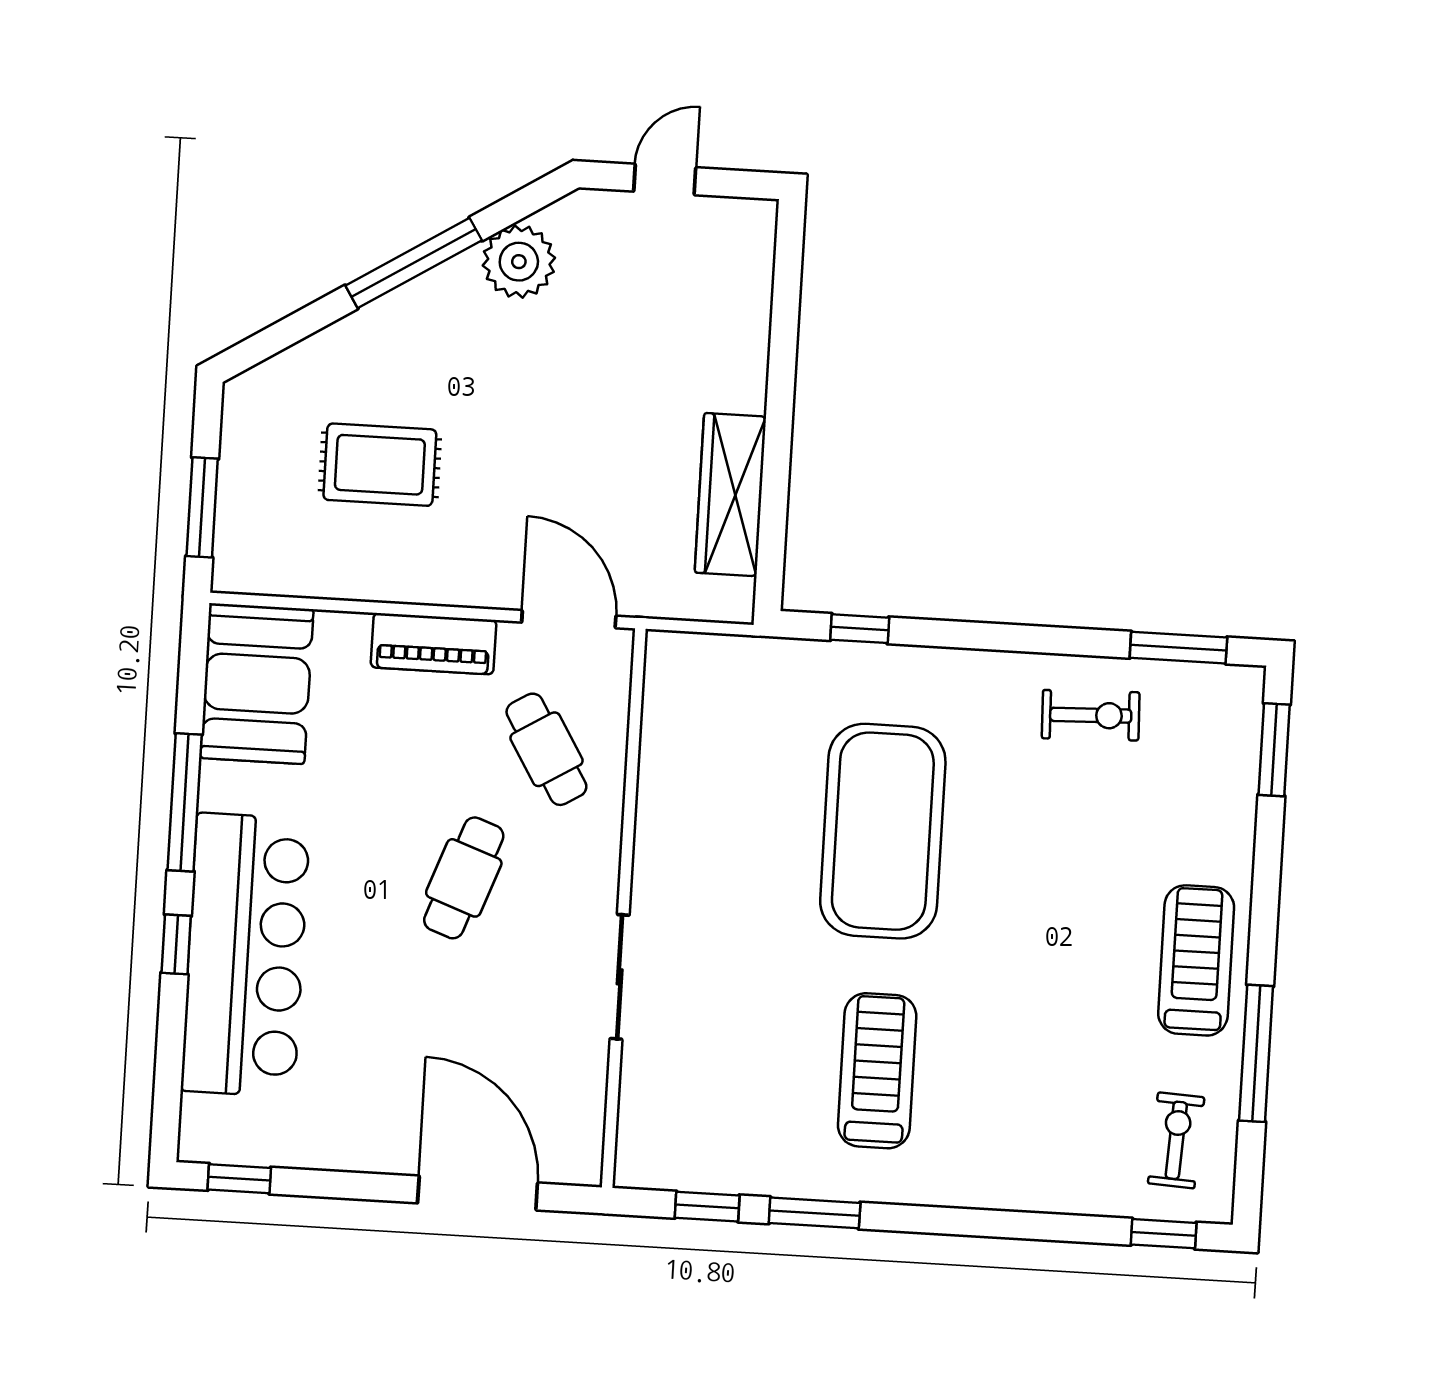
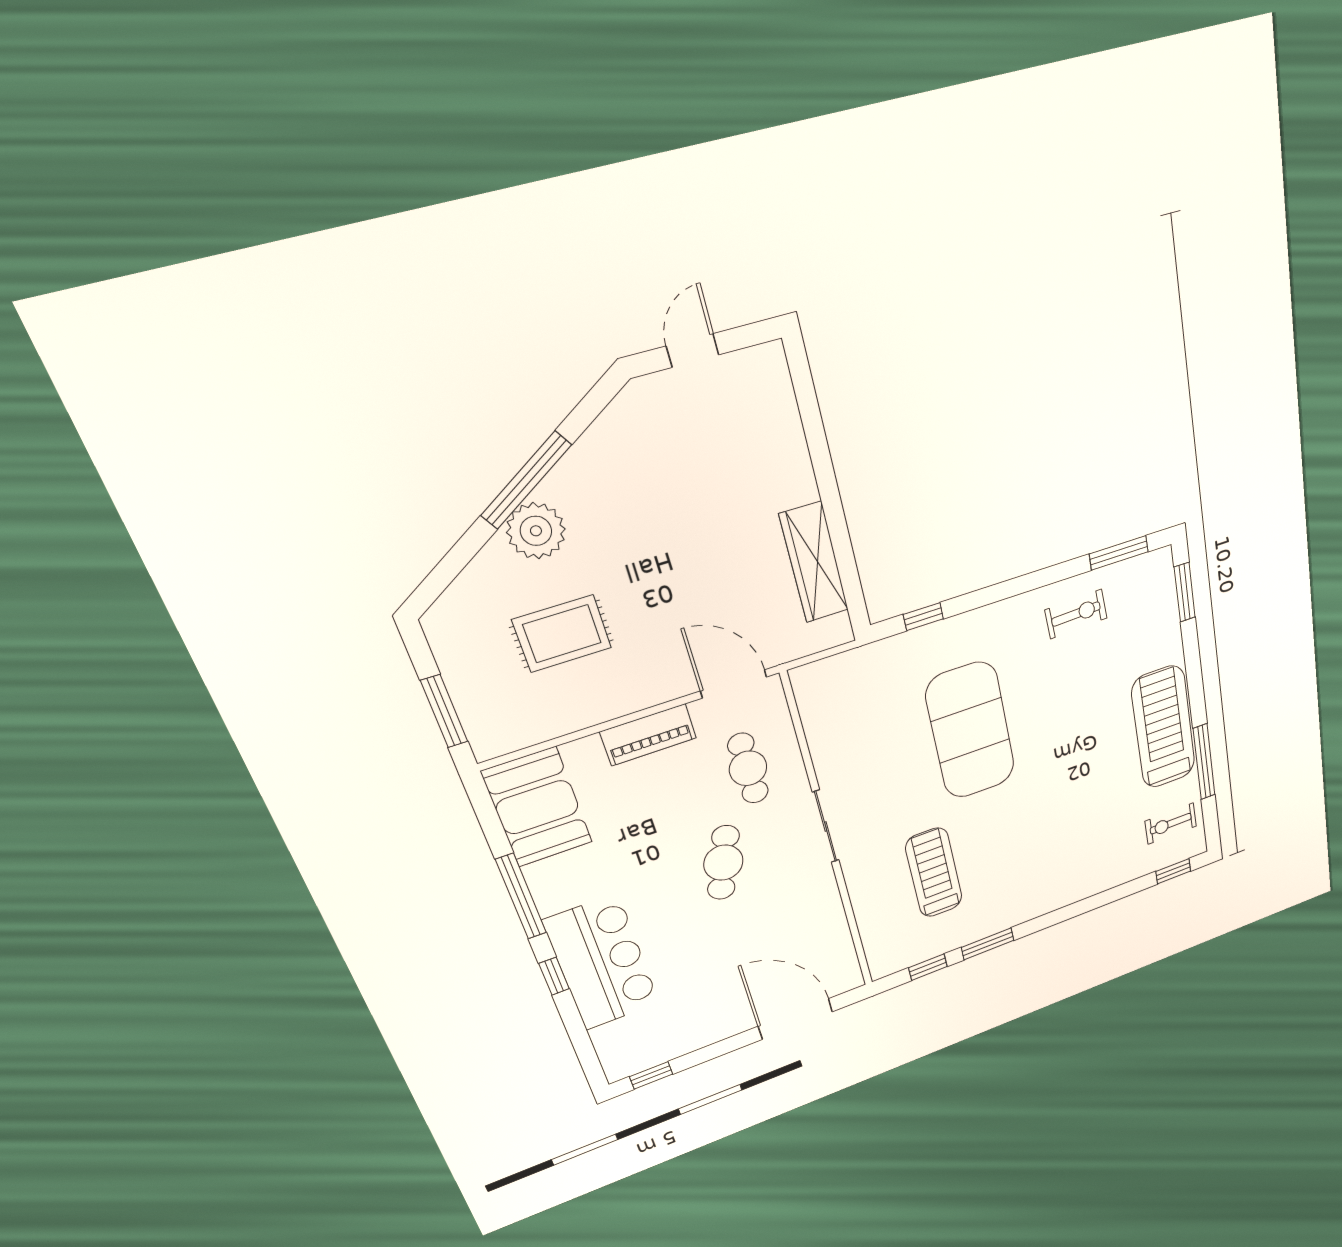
plant: (519, 262) -> (536, 531), moved
cafe table: (546, 749) -> (748, 768), turned 31
bar counter: (245, 955) -> (602, 963), width x0.73
treadmill: (1196, 960) -> (1163, 727), width x1.37, depth x1.38
sliding door: (620, 977) -> (826, 826), moved
treadmill: (877, 1071) -> (934, 873), moved
exercise bike: (1176, 1140) -> (1171, 824), turned -93

